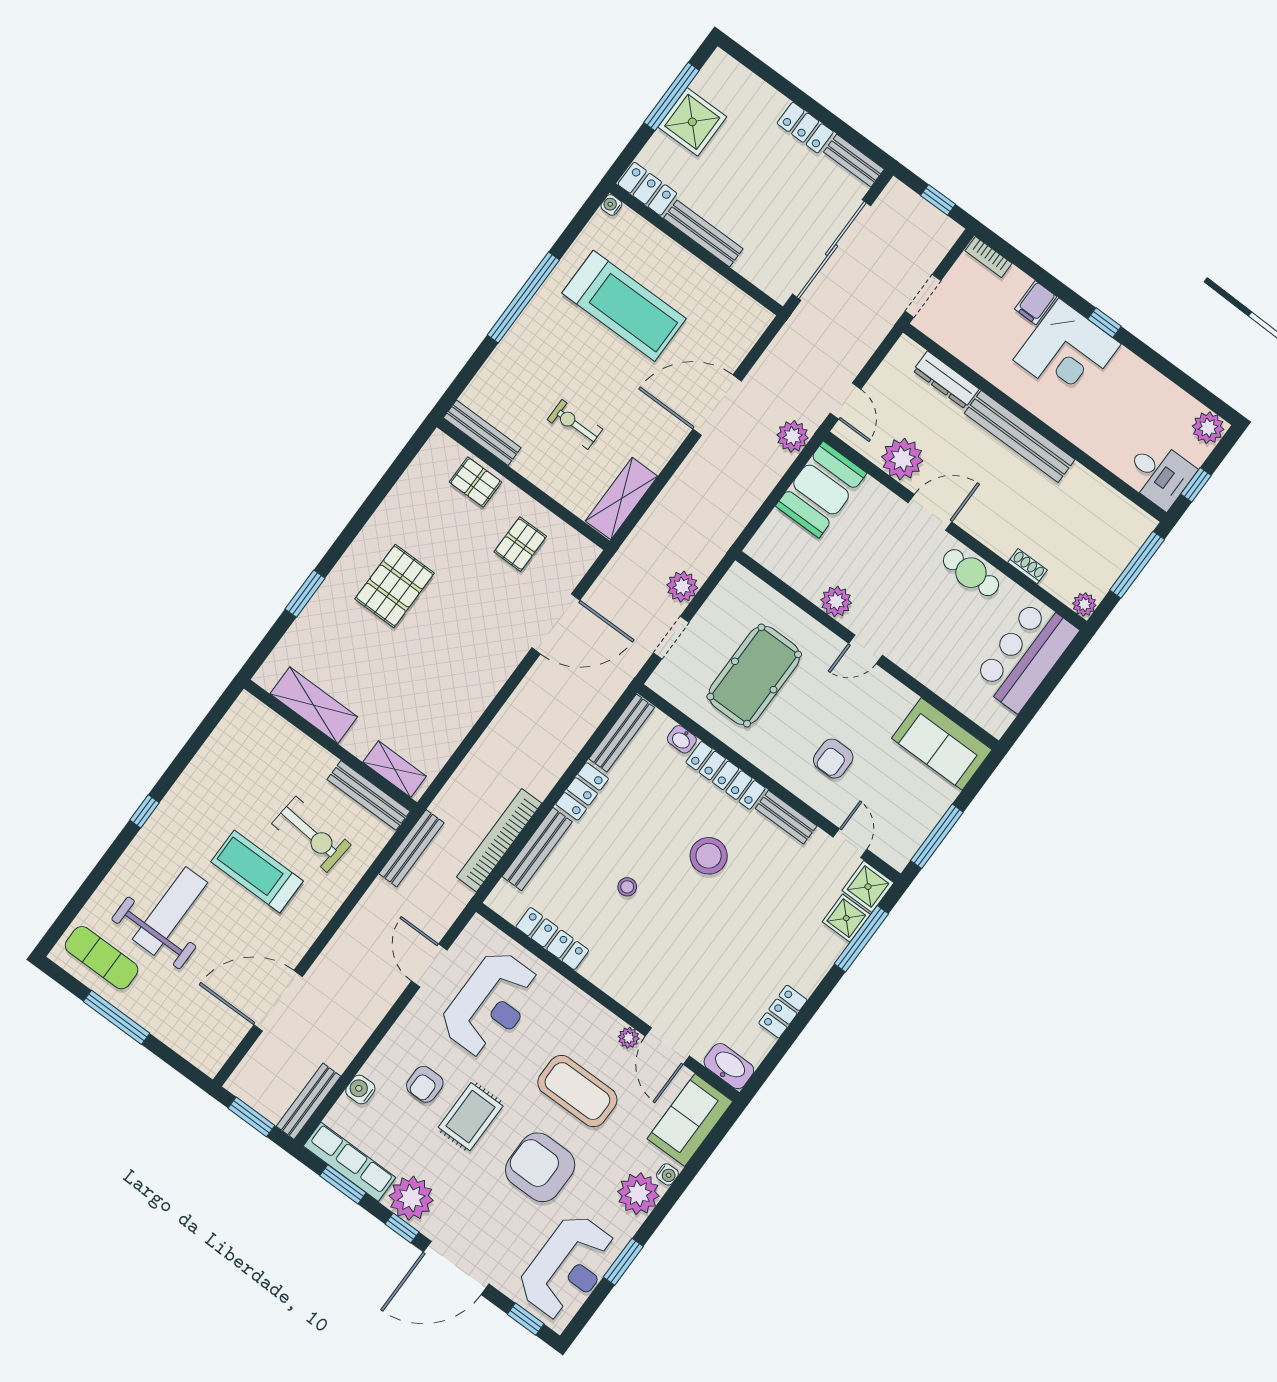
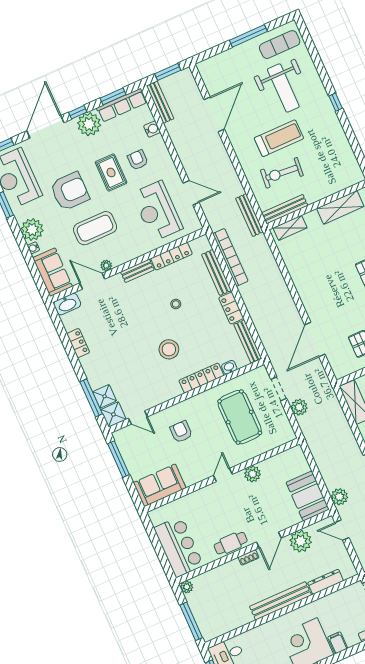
shoe rack: (1027, 566) -> (249, 557), moved
bench: (786, 817) -> (137, 271), moved

